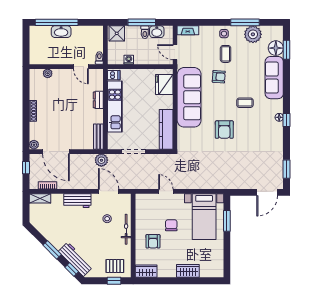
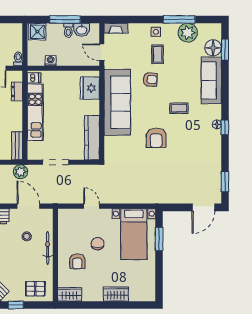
dresser: (98, 100) -> (17, 91), moved
window: (114, 281) -> (16, 305), moved

